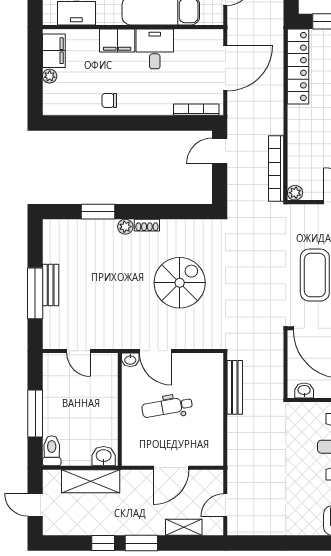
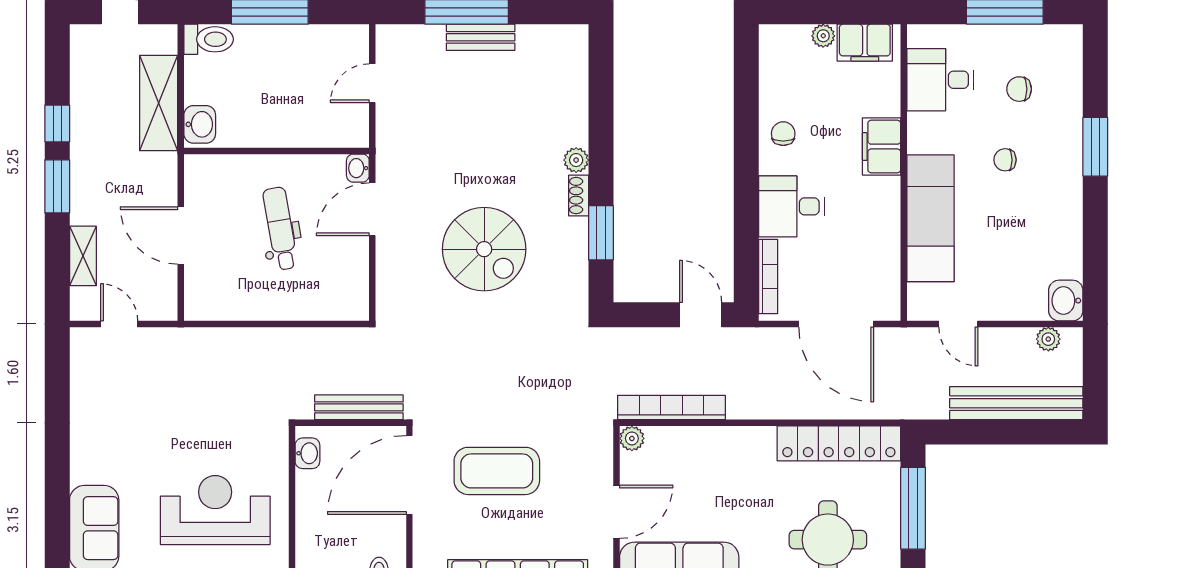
desk: (155, 49) -> (791, 206), moved, turned 180
window: (98, 212) -> (601, 233), moved
bench: (235, 387) -> (359, 407), moved

